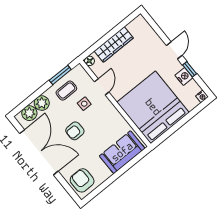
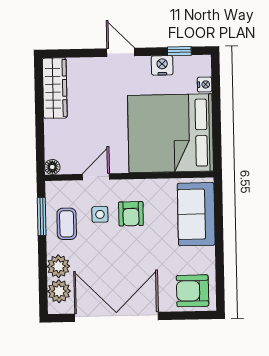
wardrobe: (114, 45) -> (55, 88), moved
window: (190, 69) -> (179, 51), moved
door: (102, 87) -> (96, 177), hinge flipped
nightstand: (202, 96) -> (205, 85), moved
armchair: (75, 131) -> (131, 214), moved

